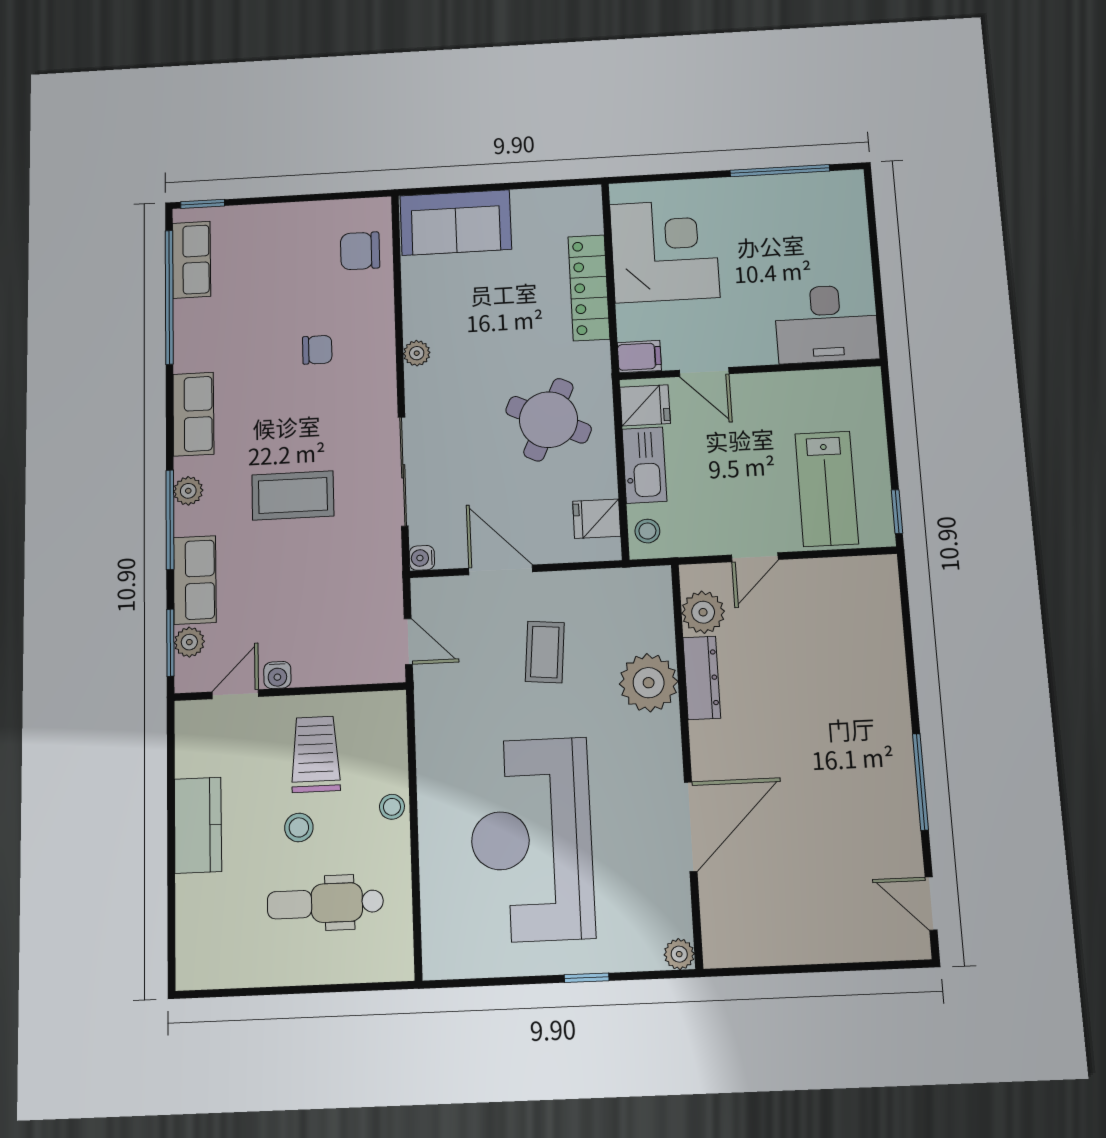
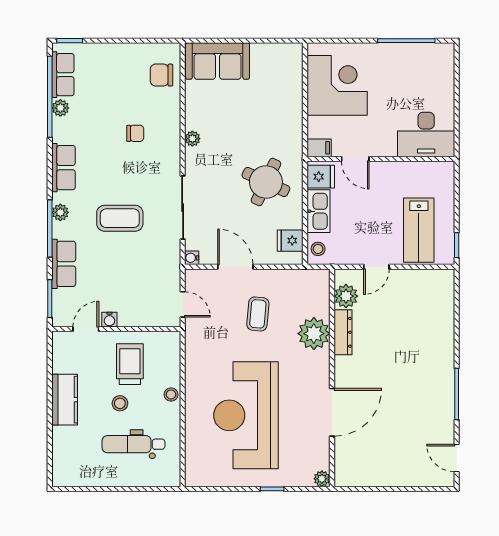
locker: (589, 288) -> (293, 105), removed
plant: (189, 642) -> (60, 108), moved

